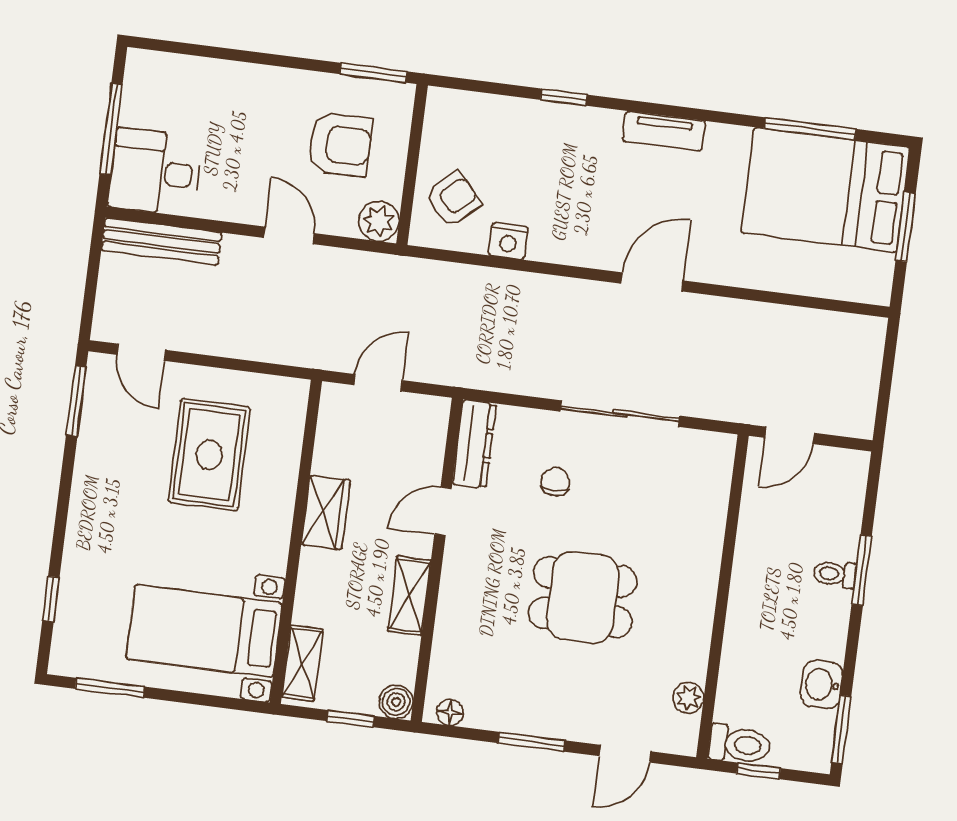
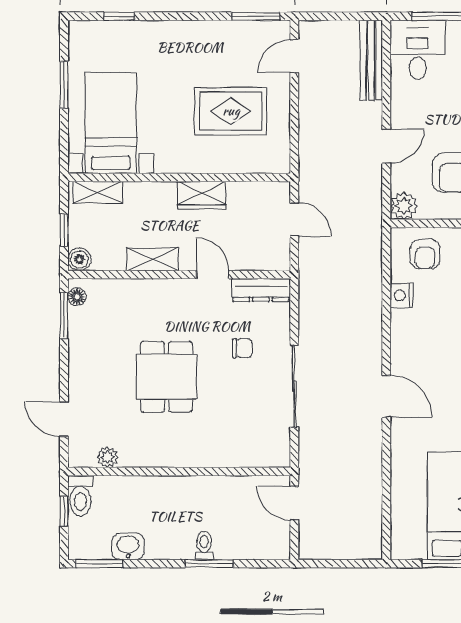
armchair: (453, 199) -> (425, 254), turned 42
window: (110, 688) -> (64, 85), moved
window: (531, 742) -> (64, 316), moved

